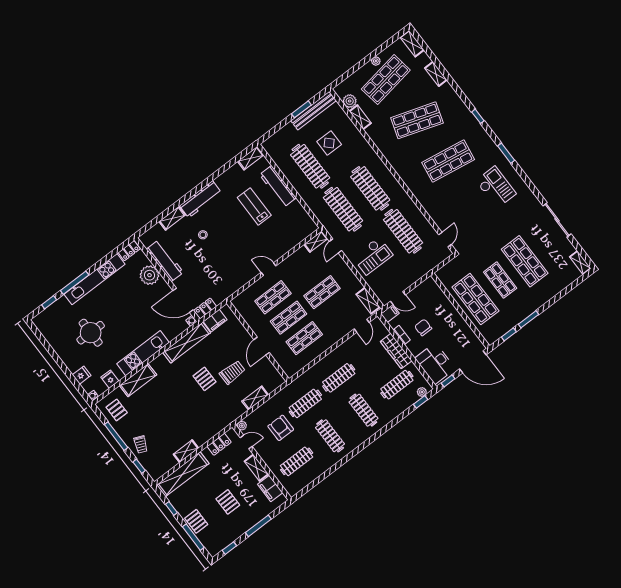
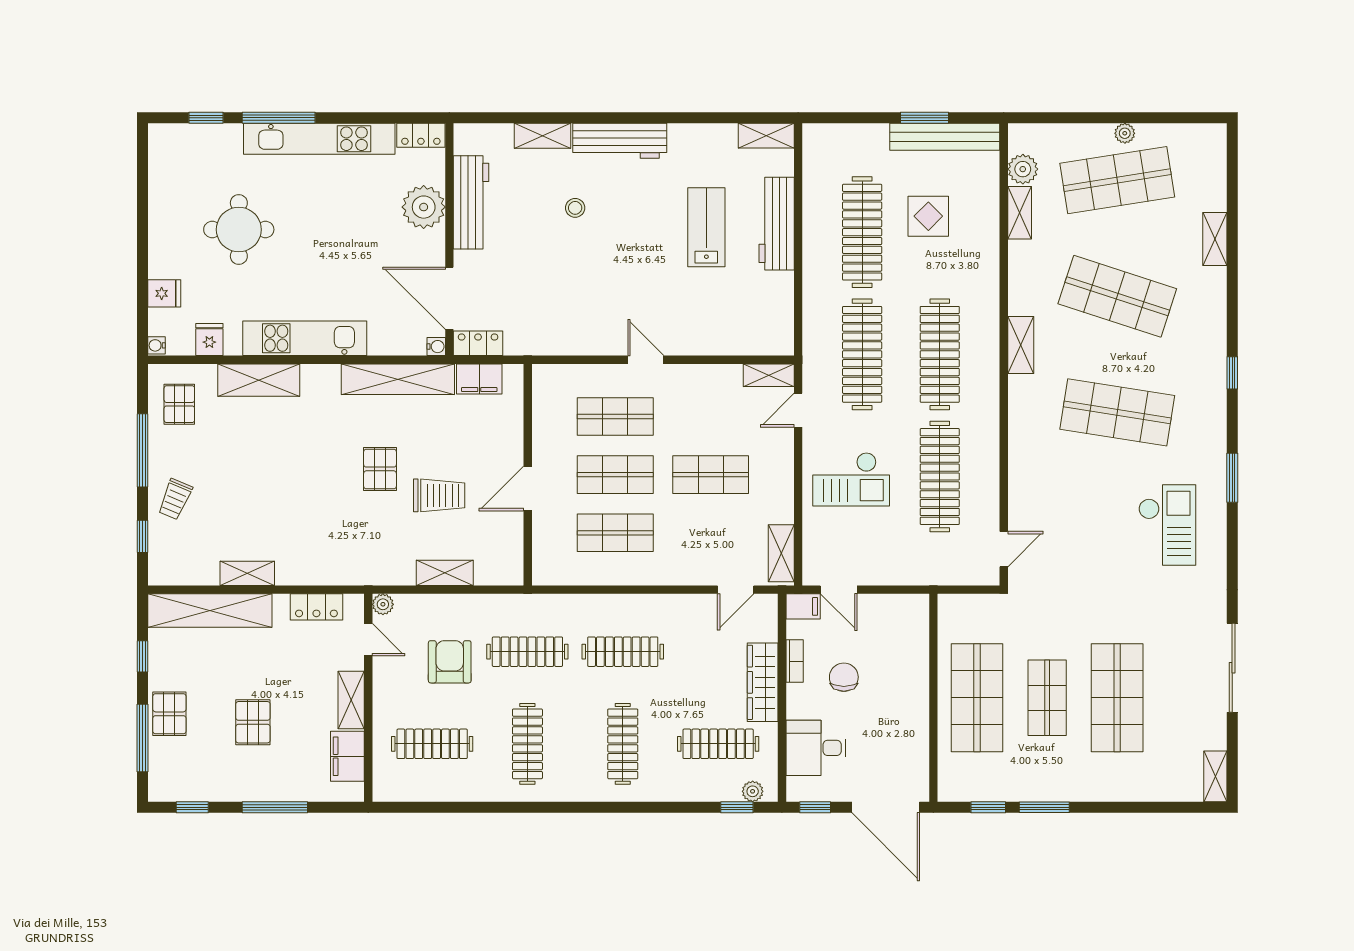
shelving: (412, 44) -> (1021, 345), moved
desk: (435, 363) -> (816, 748), width x0.73

